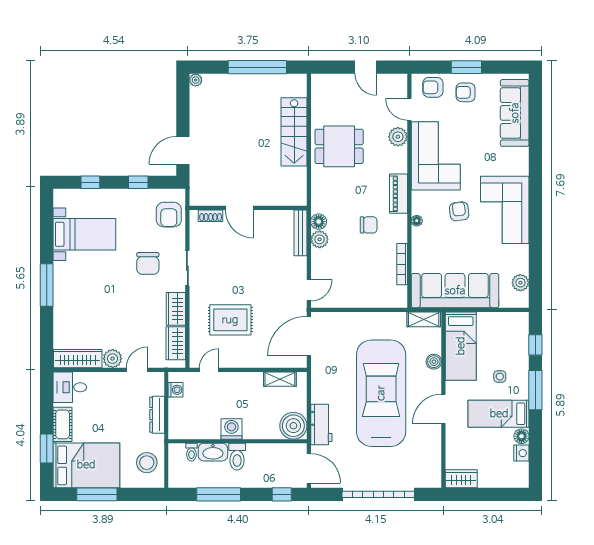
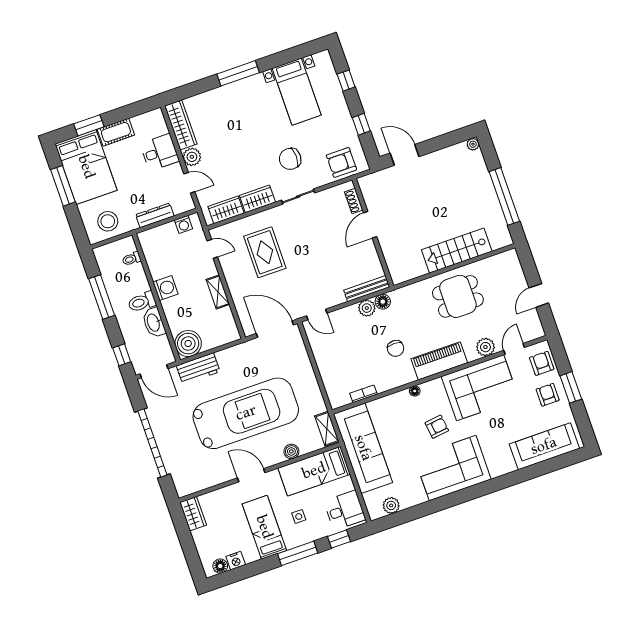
dining table: (339, 146) -> (458, 296), turned 90
piano: (399, 194) -> (439, 361), width x1.37, depth x1.33
bookcase: (402, 264) -> (363, 394), width x0.64
desk: (509, 330) -> (345, 510), added
shelving: (280, 379) -> (218, 292), moved
desk: (70, 387) -> (160, 152), moved, turned 90
floor lamp: (521, 436) -> (220, 566), moved
washbasin: (213, 452) -> (154, 322), moved
door: (309, 468) -> (154, 371), hinge flipped

